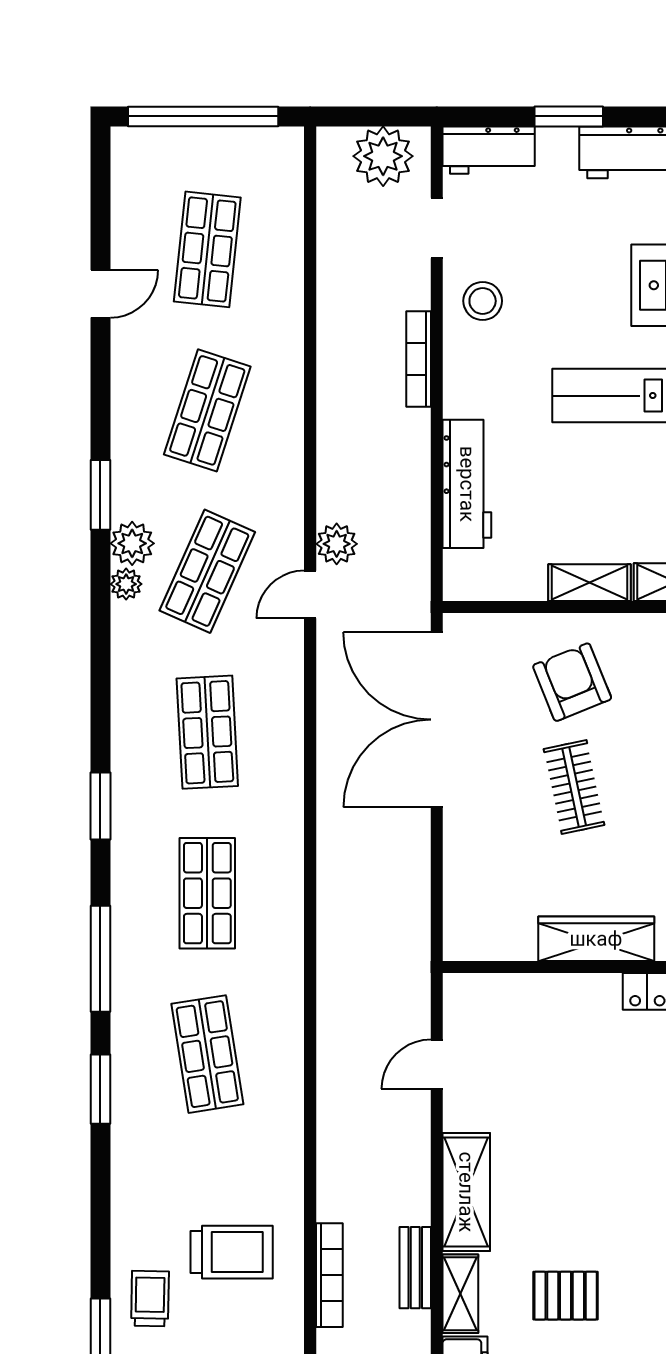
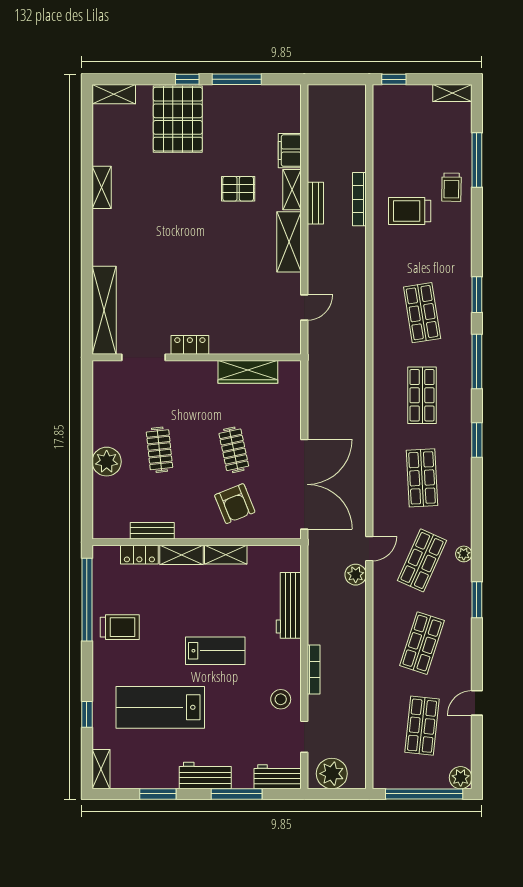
window: (569, 116) -> (237, 794), width x1.44
plant: (132, 543) -> (461, 778), moved
wardrobe: (596, 939) -> (248, 372), moved

